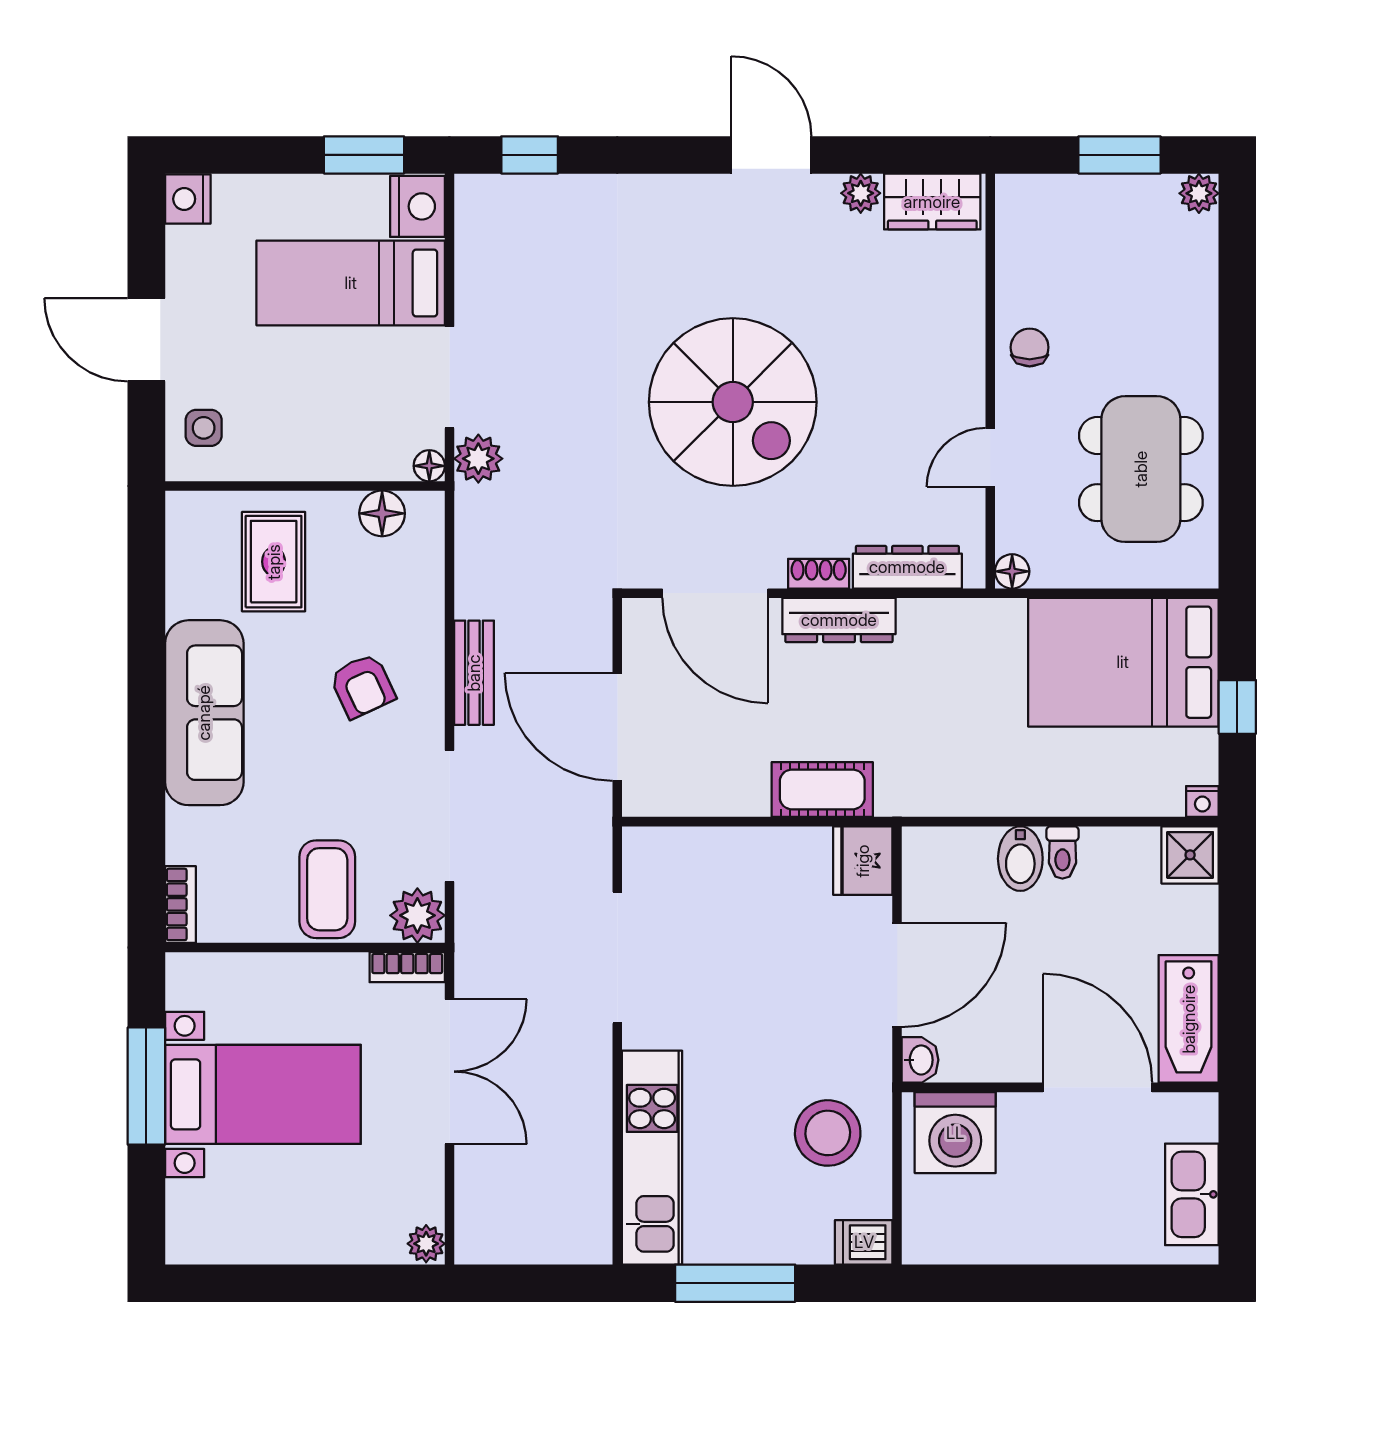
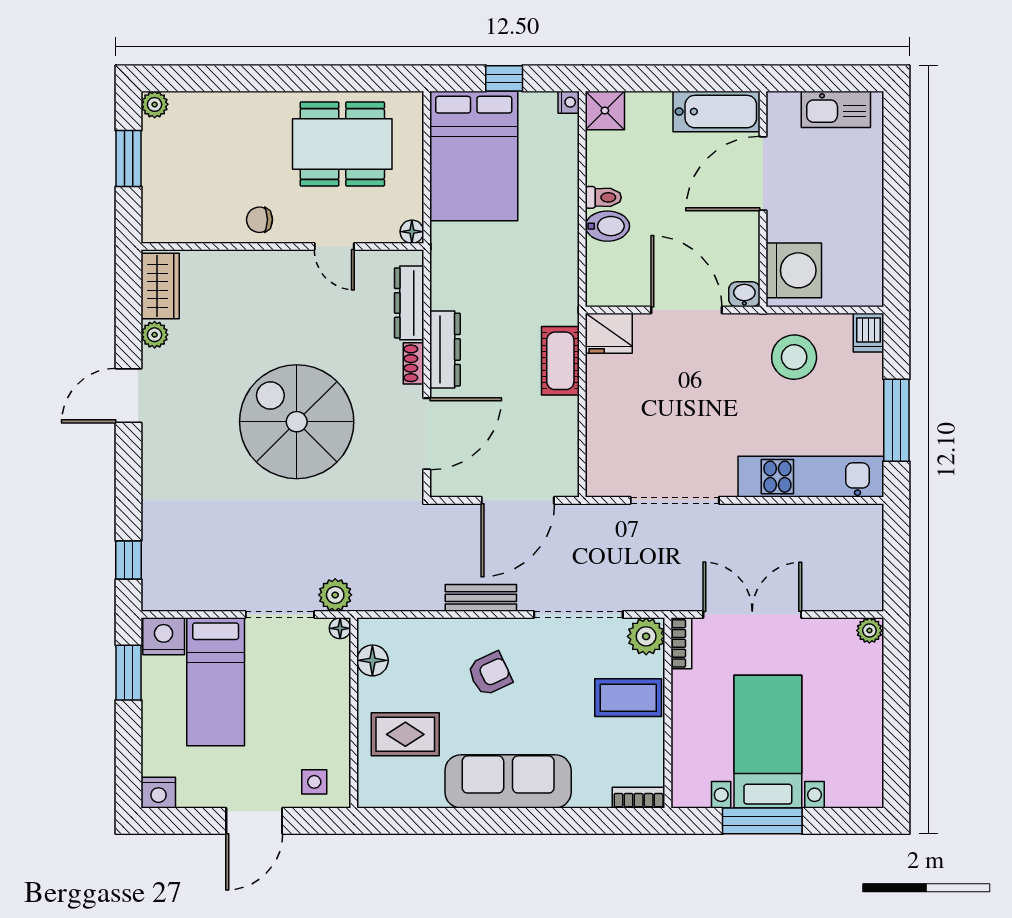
spiral stairs: (733, 402) -> (297, 422), turned -90

